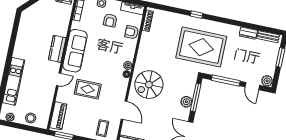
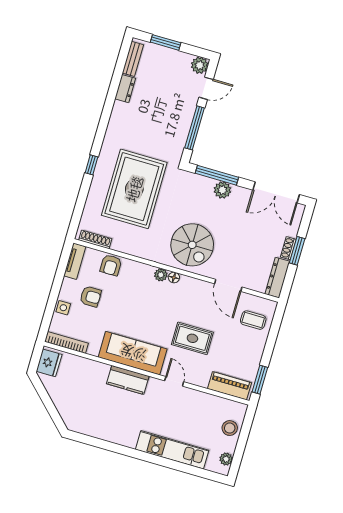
rug: (201, 47) -> (134, 189), moved
rug: (88, 89) -> (192, 338), turned 90
door: (124, 110) -> (228, 285), swing flipped

